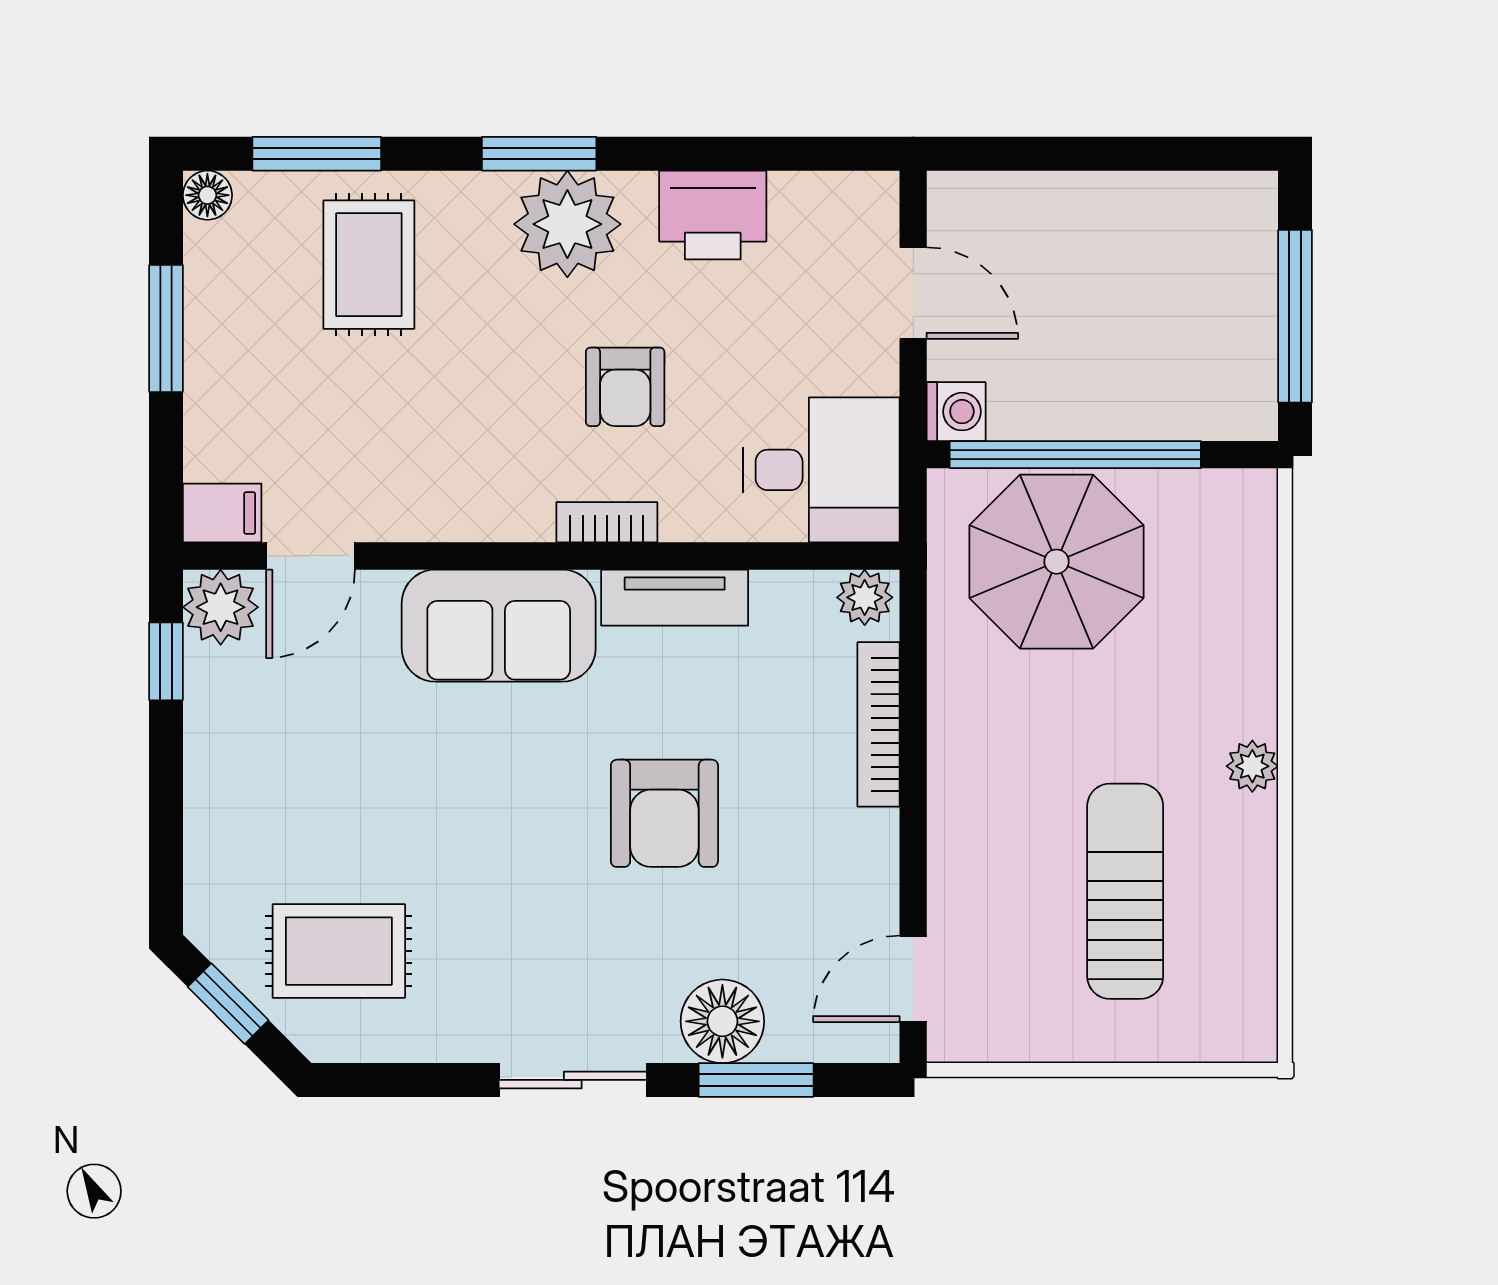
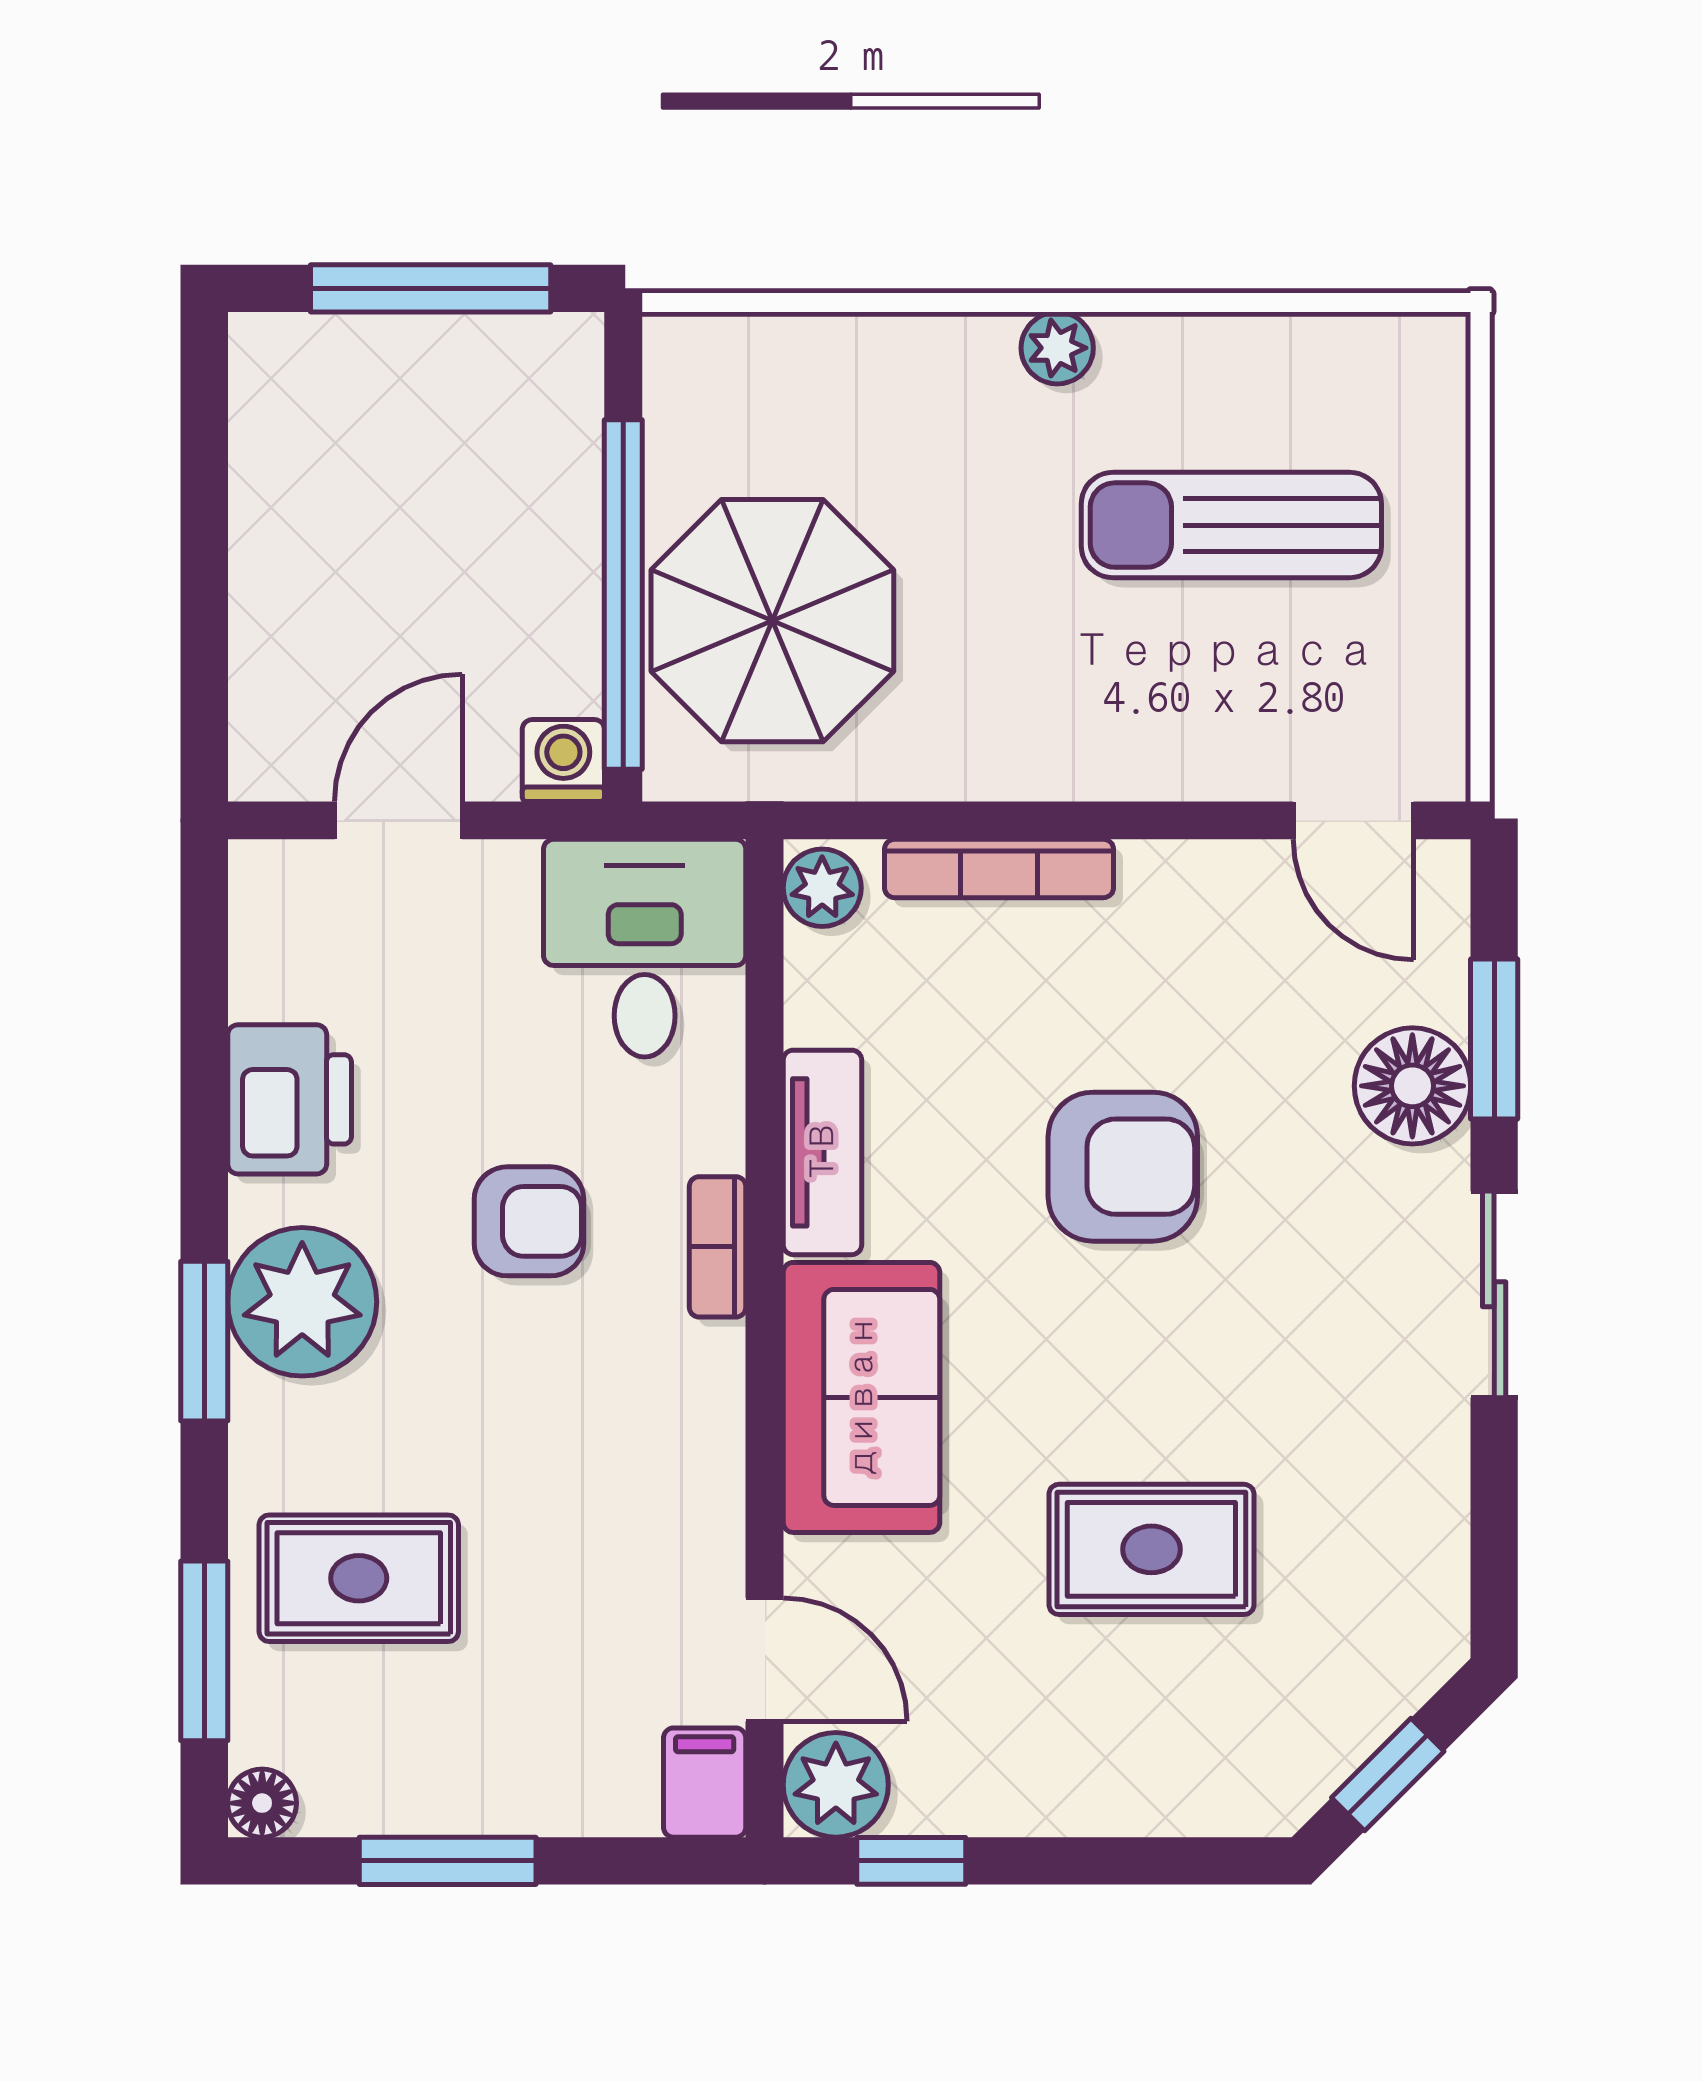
rug: (339, 951) -> (1151, 1549), moved, turned 90

